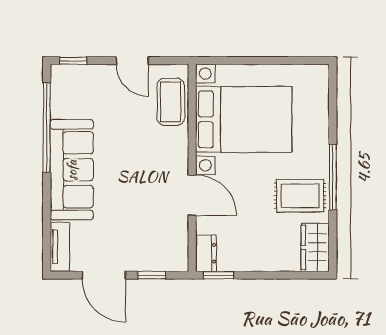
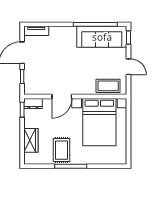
door: (132, 61) -> (129, 67), swing flipped
sofa: (72, 170) -> (102, 37), moved
wardrobe: (315, 247) -> (31, 140), moved, turned 90

